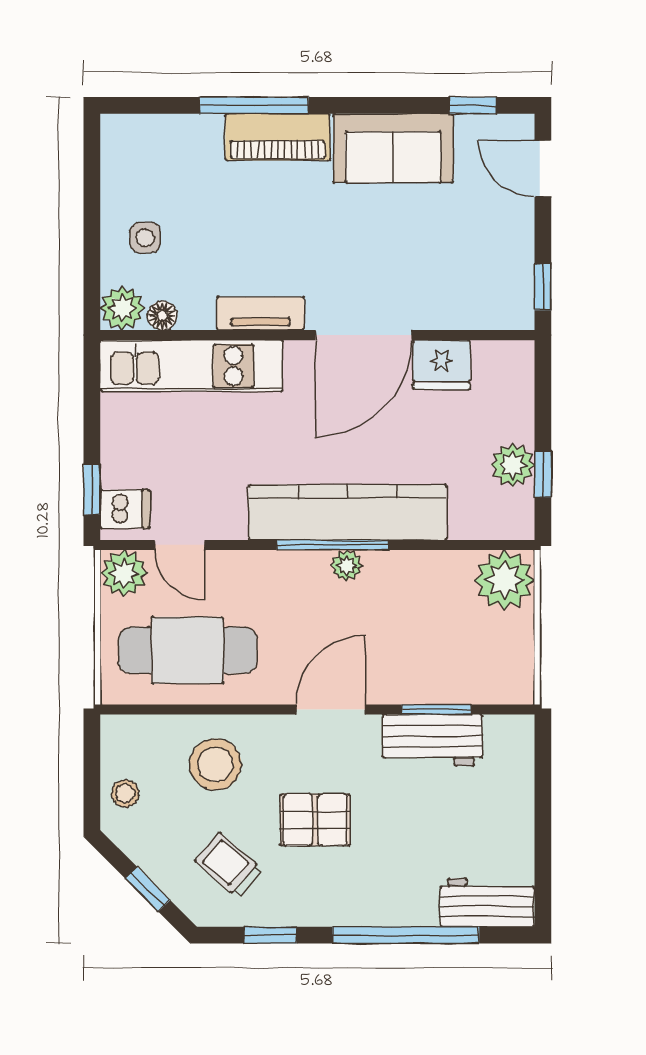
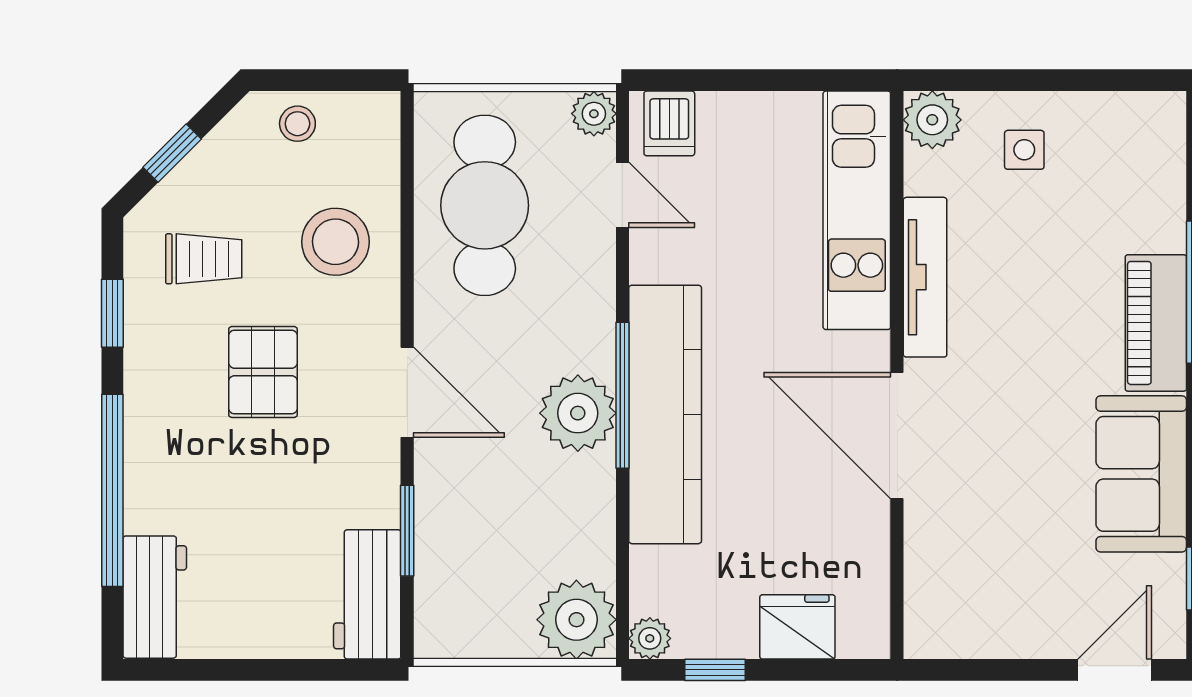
window: (543, 287) -> (960, 670), removed
tv unit: (260, 314) -> (925, 277), width x1.41
floor lamp: (162, 316) -> (922, 172), removed
fridge: (442, 365) -> (797, 627), moved, turned 90
plant: (513, 465) -> (650, 638), moved, width x0.73, depth x0.73
window: (92, 489) -> (695, 80), removed
door: (180, 545) -> (622, 195), swing flipped
plant: (347, 565) -> (578, 413), width x1.87, depth x1.87
plant: (124, 573) -> (594, 114), width x0.73, depth x0.73
workbench: (433, 740) -> (367, 594), moved
trolley: (229, 865) -> (204, 259), turned 49

